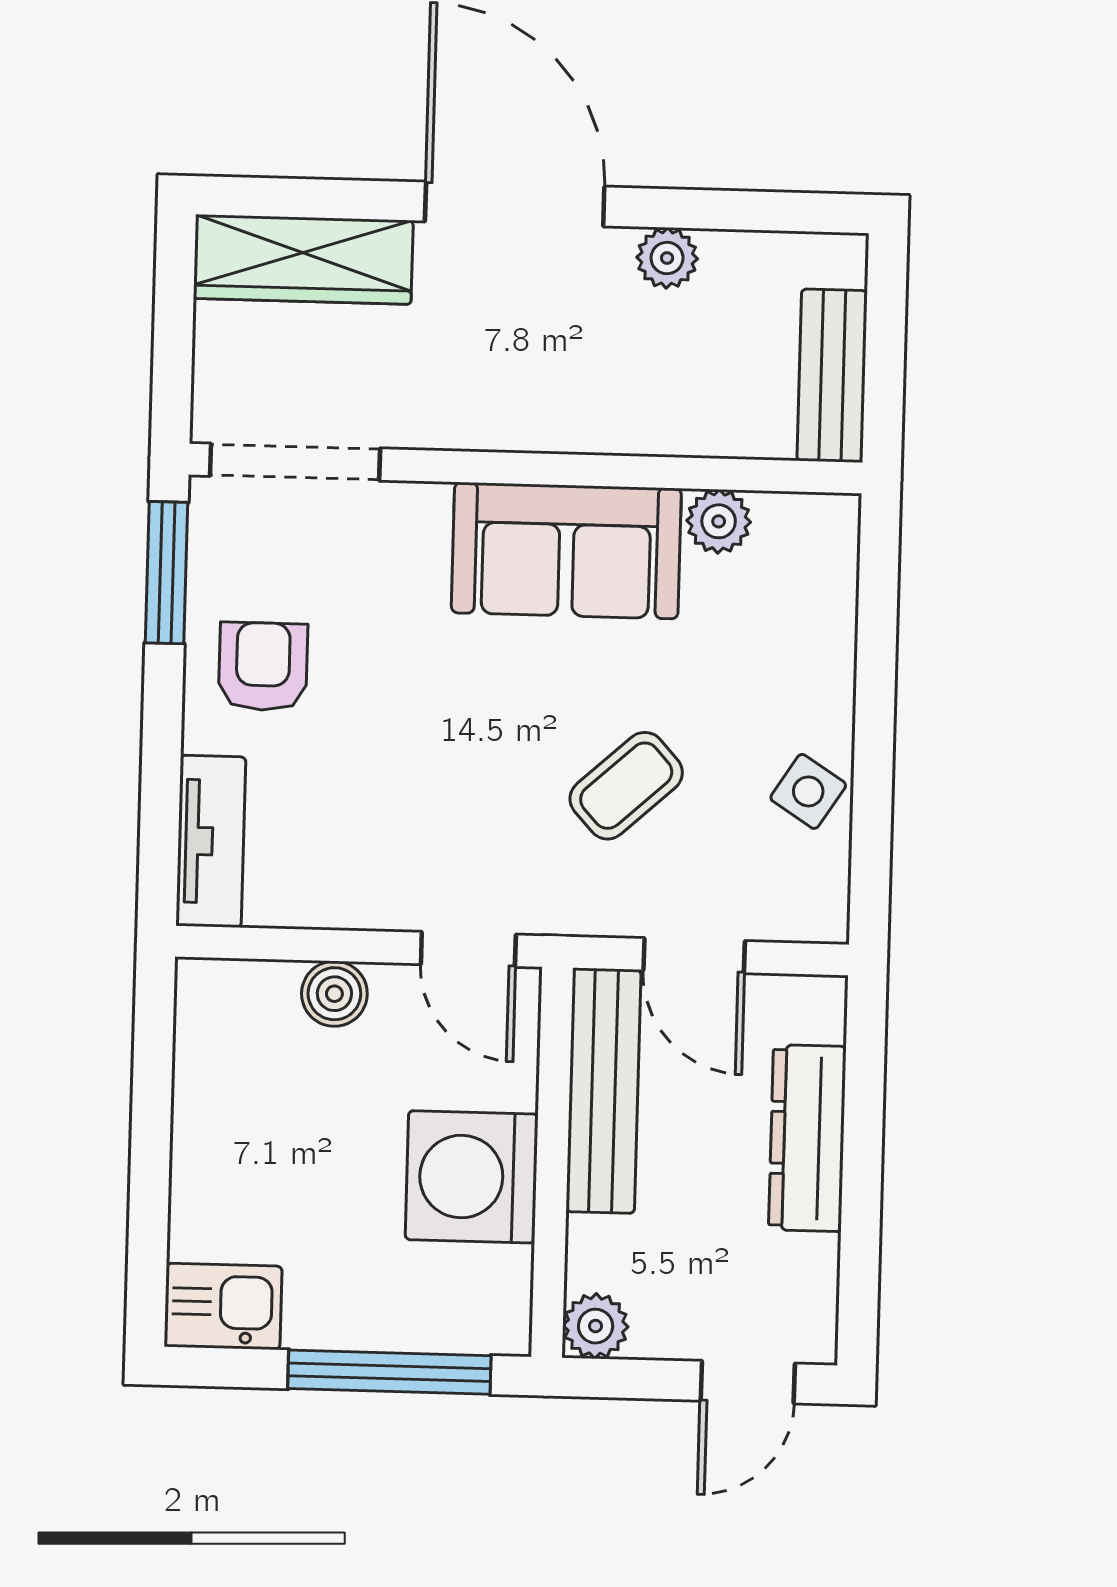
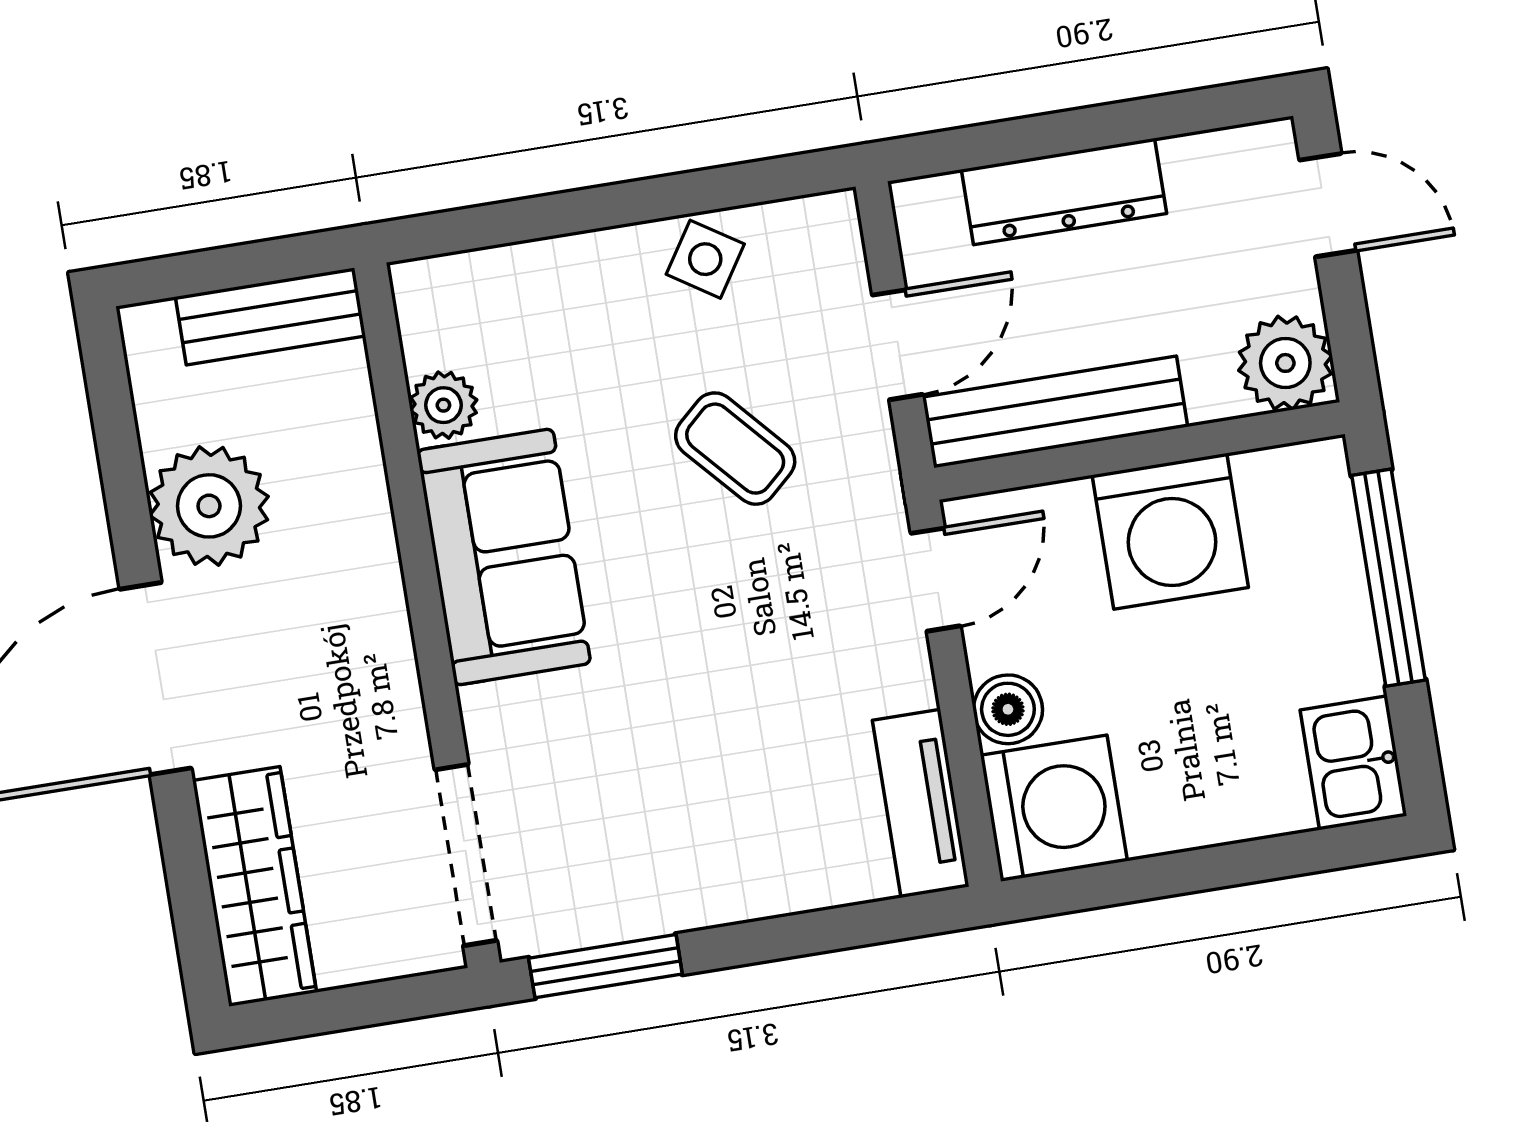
plant: (667, 258) -> (209, 506), width x1.88, depth x1.88
armchair: (263, 667) -> (684, 848), removed
tv unit: (211, 841) -> (921, 803), moved, turned -90
washing machine: (234, 1019) -> (1054, 808), added
plant: (596, 1326) -> (1285, 363), width x1.38, depth x1.38

